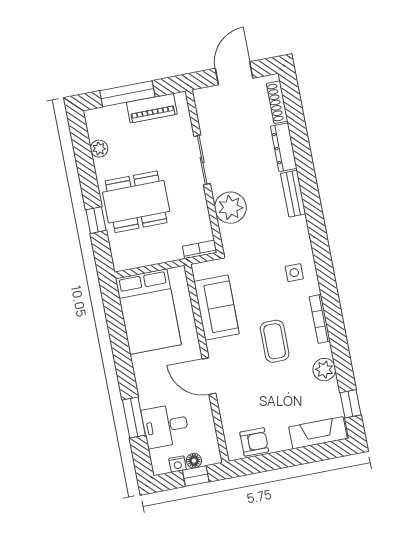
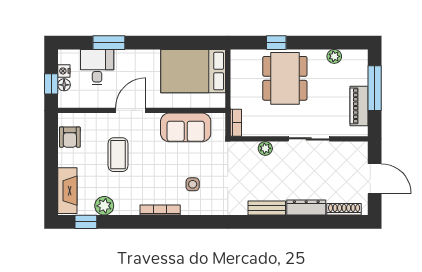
plant: (230, 208) -> (265, 148), width x0.53, depth x0.53
side table: (294, 273) -> (193, 184), moved
coffee table: (275, 341) -> (118, 155), moved, turned 90
plant: (324, 370) -> (104, 206), moved

